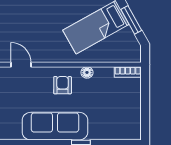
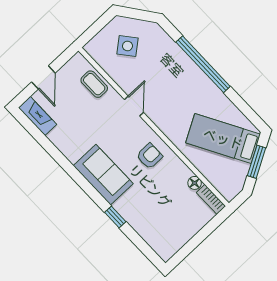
floor lamp: (87, 72) -> (195, 183), moved
sofa: (55, 126) -> (103, 175), width x0.73

